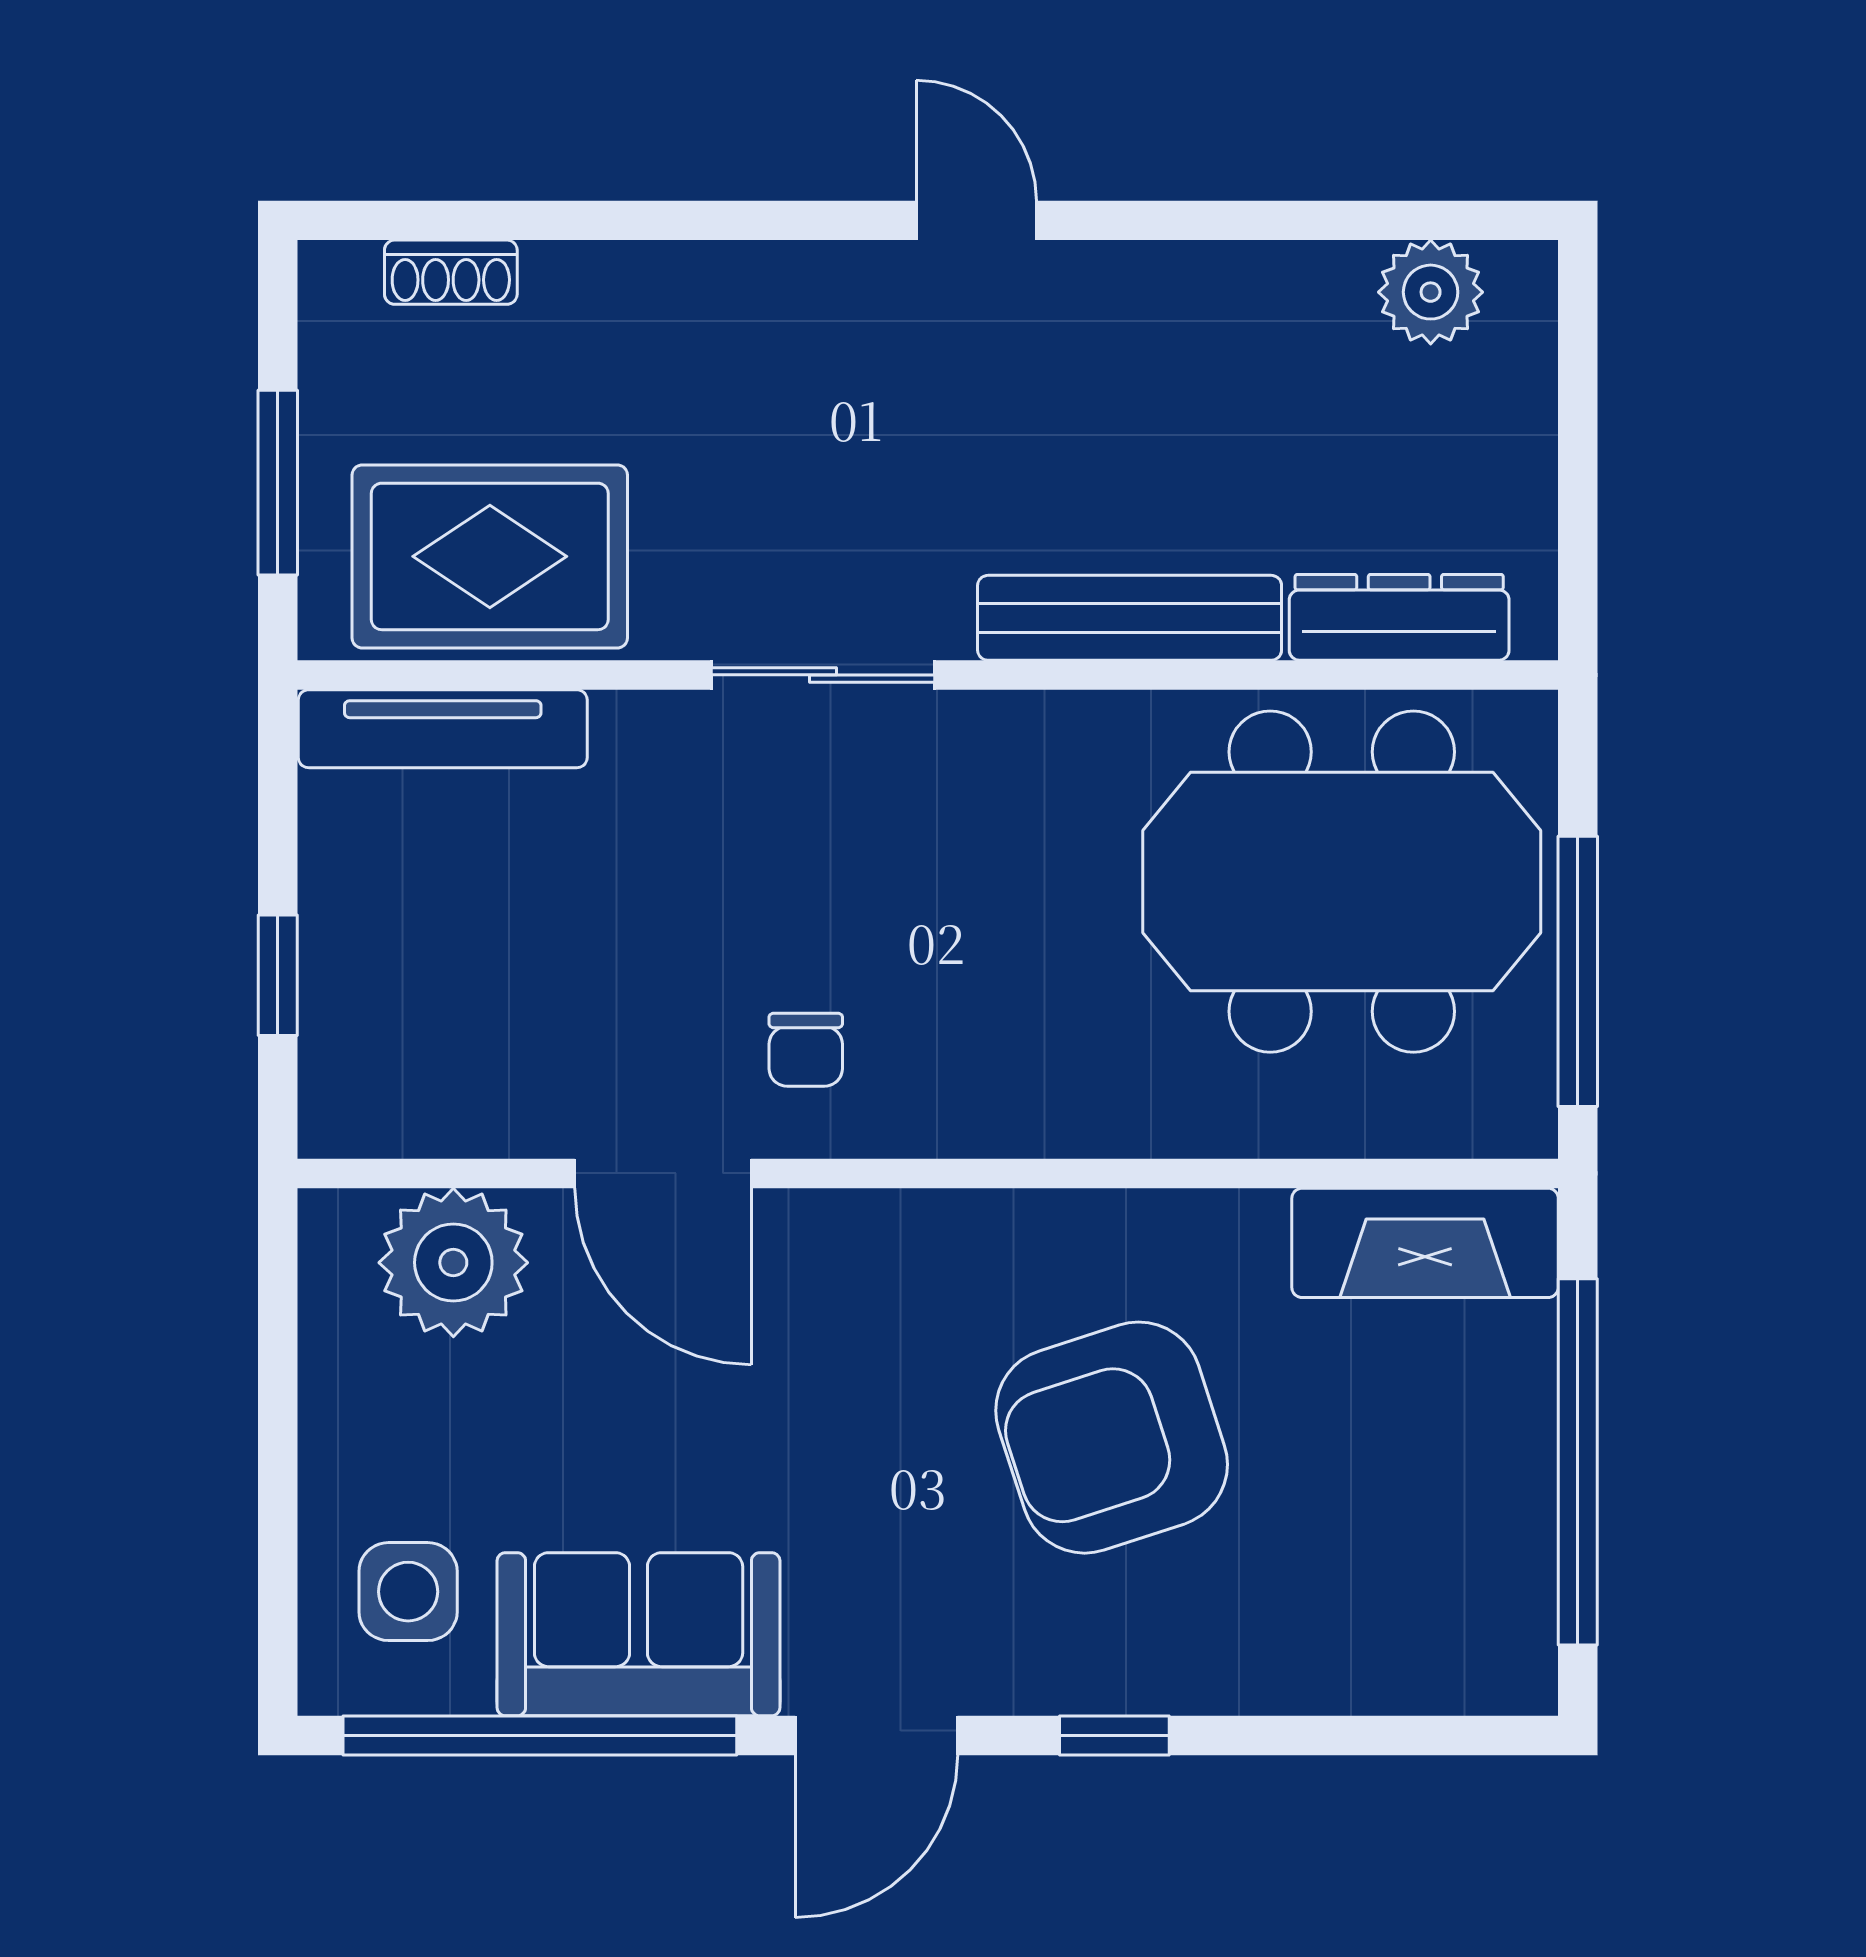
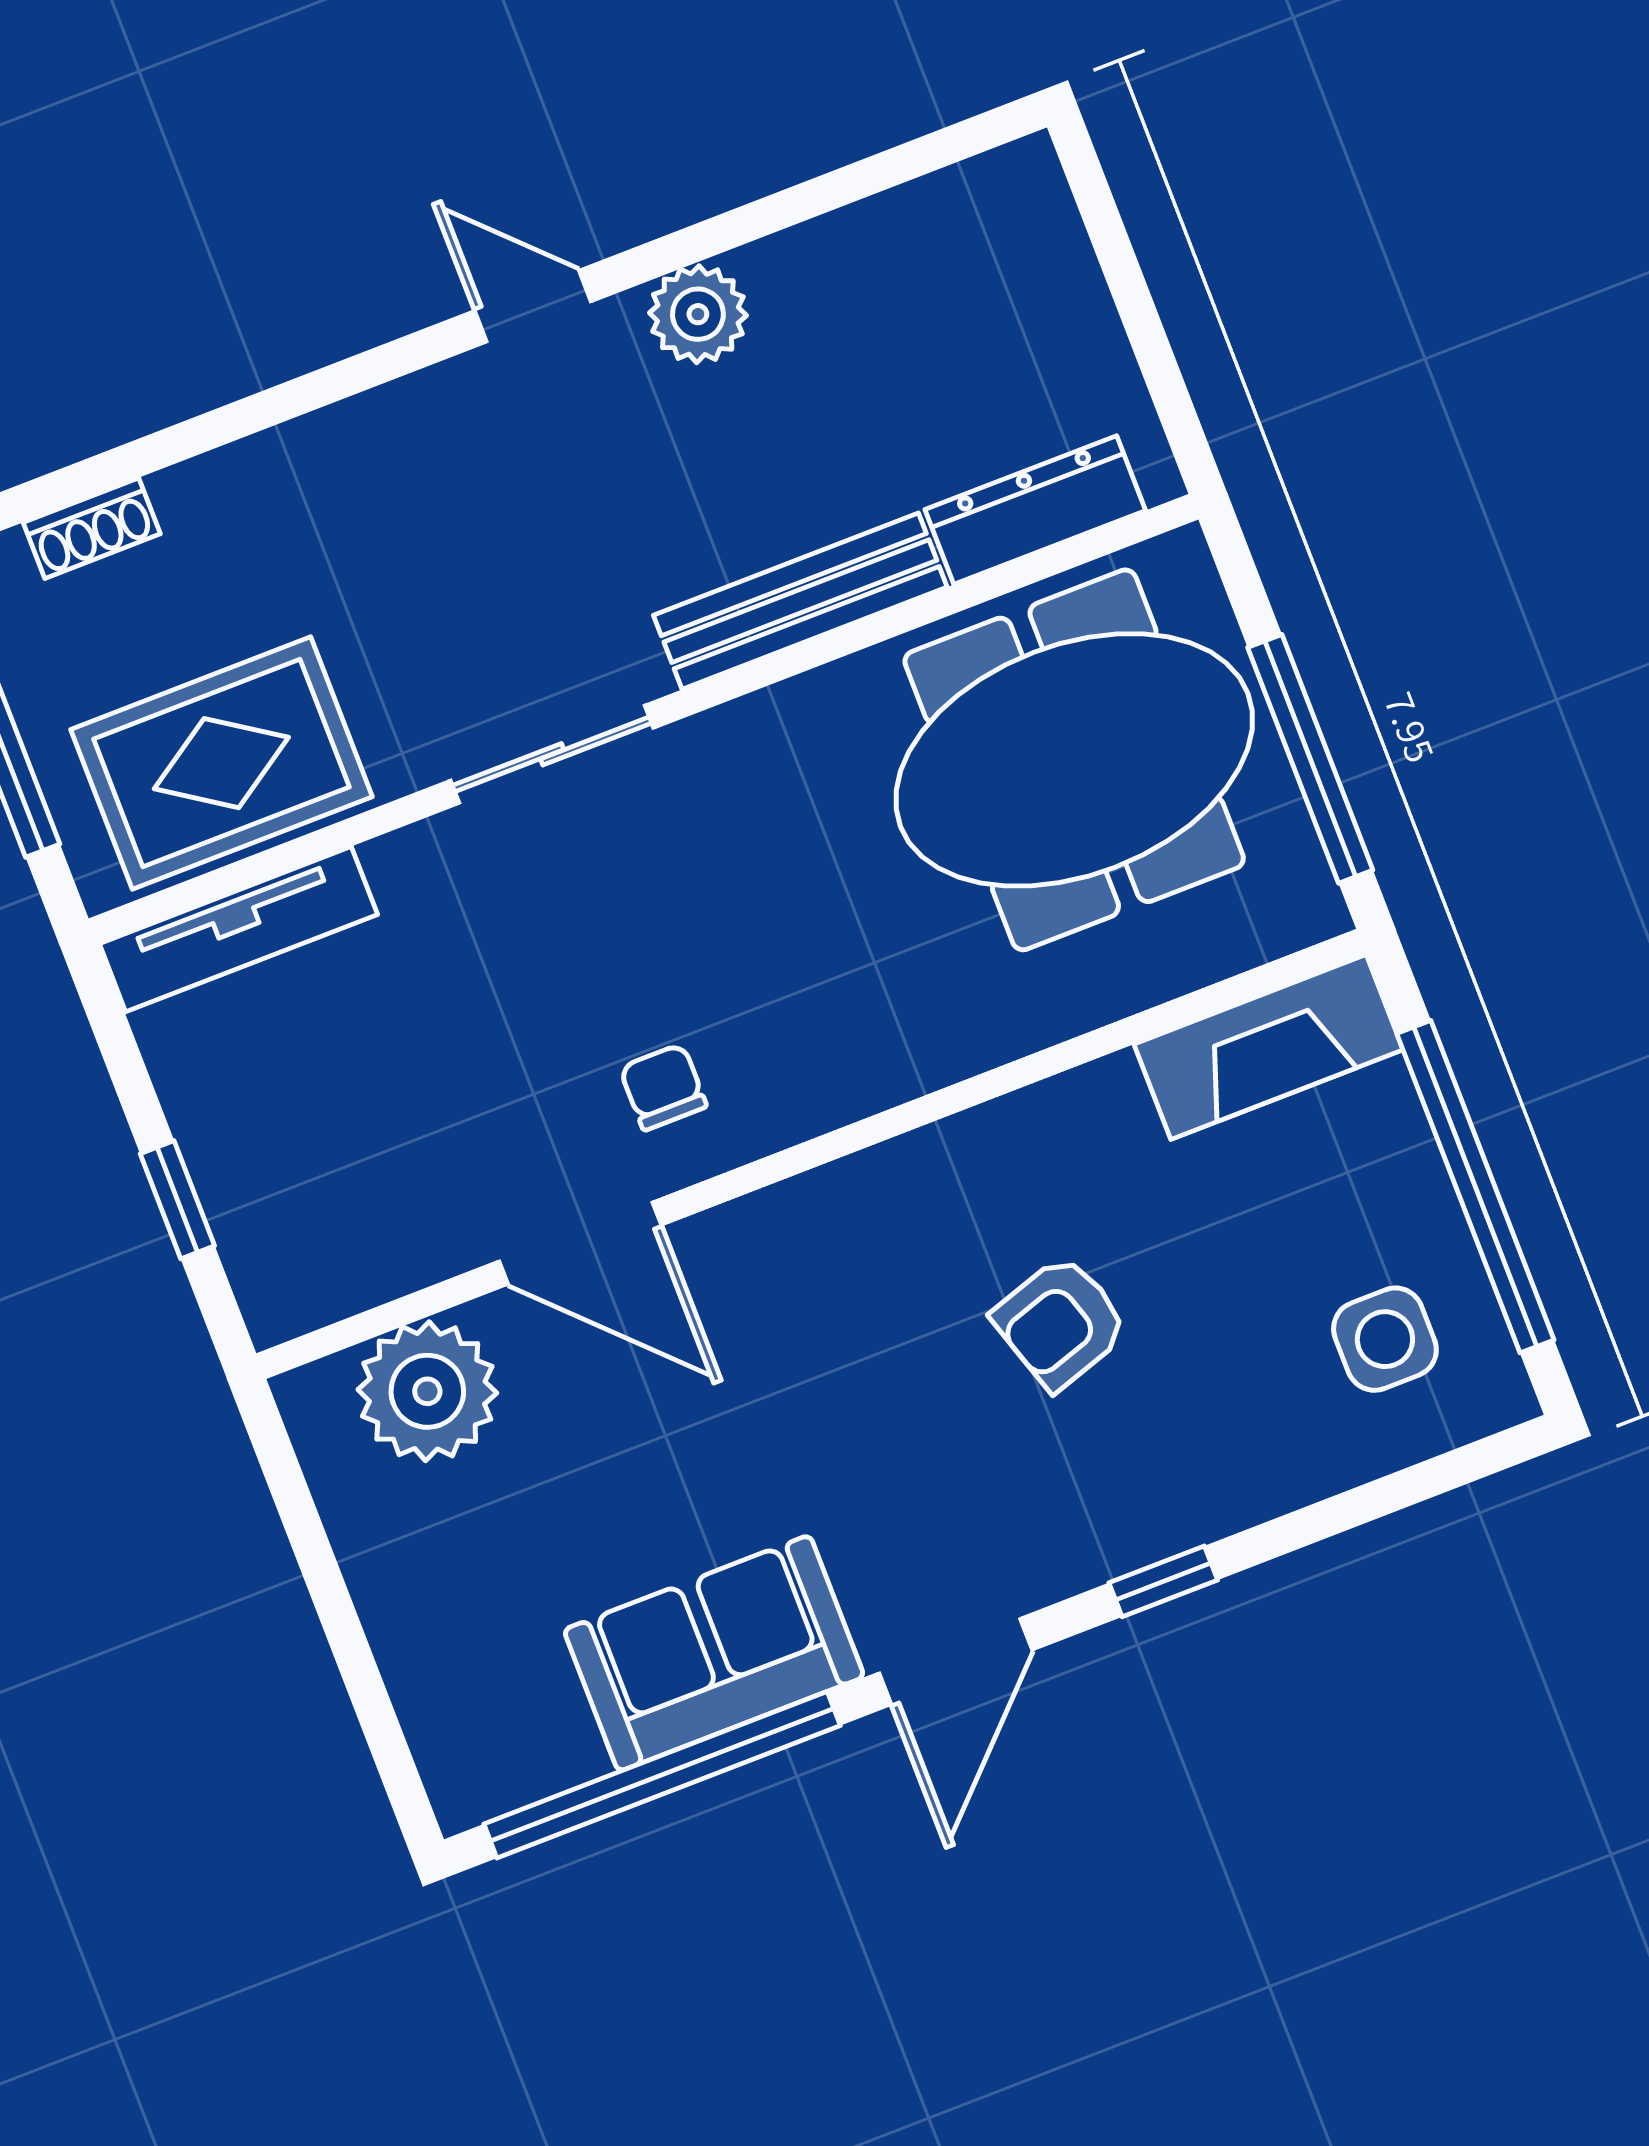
plant: (1431, 292) -> (698, 314), moved
chair: (806, 1050) -> (663, 1087), turned 180
armchair: (1112, 1438) -> (1060, 1322), width x0.53, depth x0.53
side table: (408, 1592) -> (1385, 1339), moved

